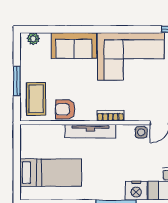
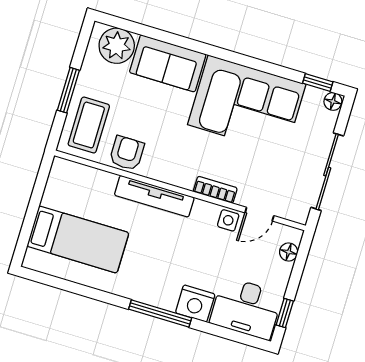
plant: (33, 39) -> (117, 46), width x1.87, depth x1.87
armchair: (65, 109) -> (127, 153), turned 90
bookcase: (110, 116) -> (215, 190), moved

